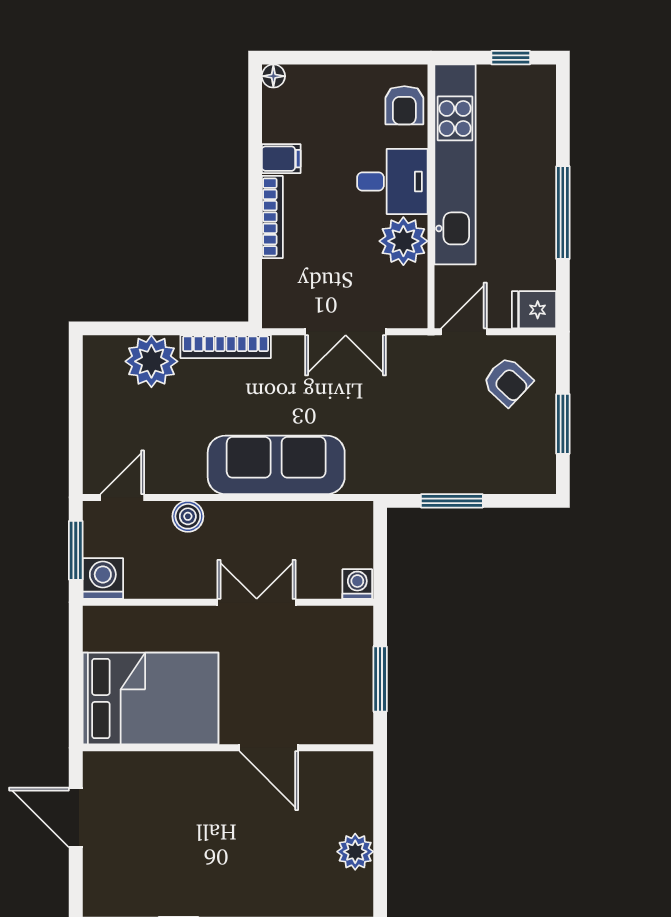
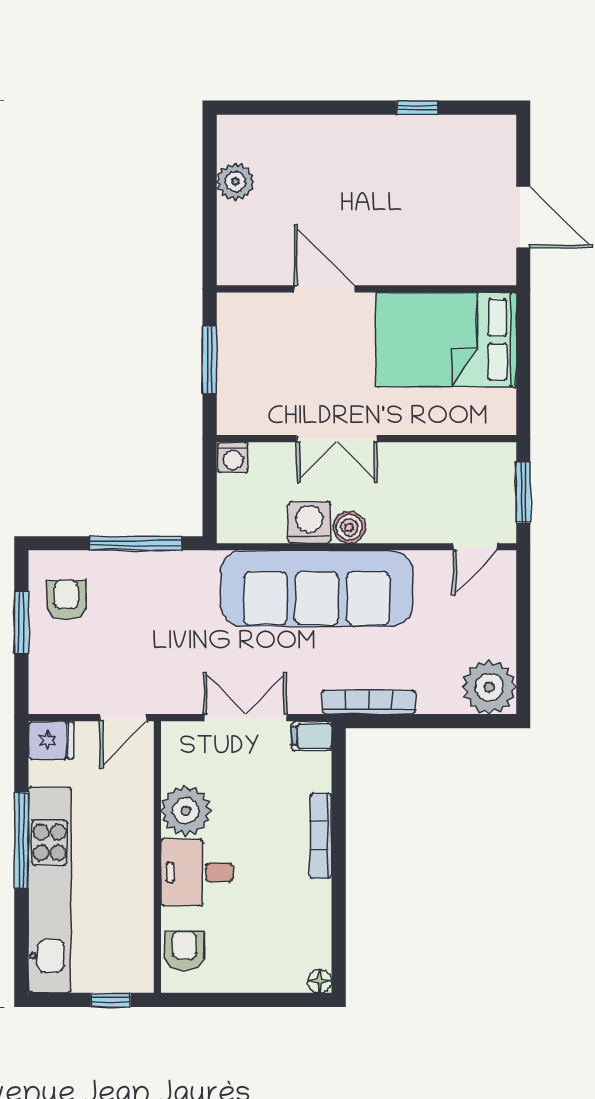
window: (511, 58) -> (111, 1000), moved
filing cabinet: (281, 159) -> (312, 736), moved
kitchen unit: (455, 164) -> (50, 890), moved, turned 180
plant: (151, 361) -> (489, 687), moved
armchair: (507, 382) -> (66, 600), moved, turned 47
sofa: (276, 465) -> (317, 588), width x1.36, depth x1.27
window: (452, 501) -> (136, 543), width x1.44
boiler: (188, 516) -> (349, 527), moved
washing machine: (103, 579) -> (310, 522), moved, turned 180

